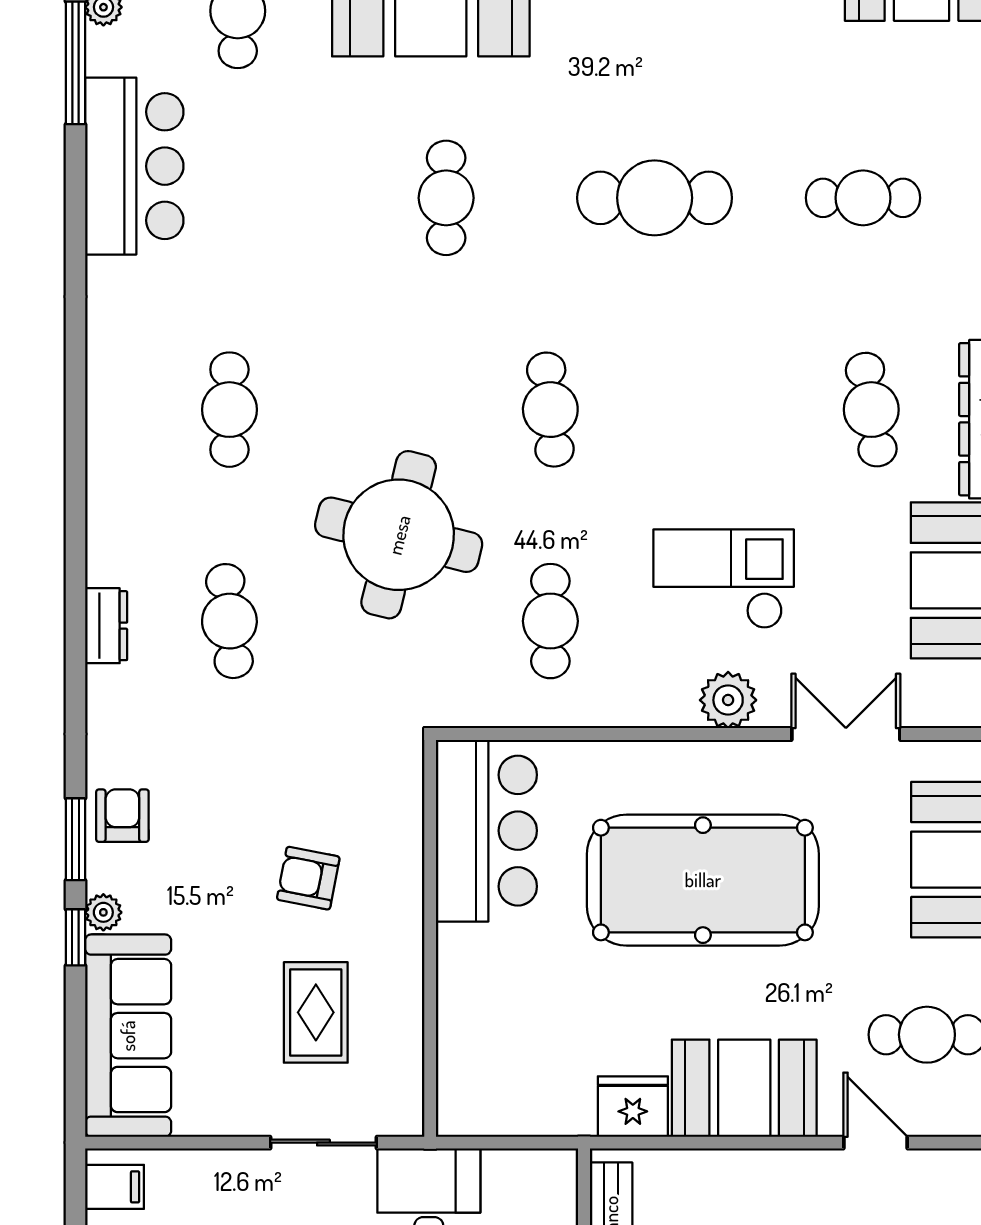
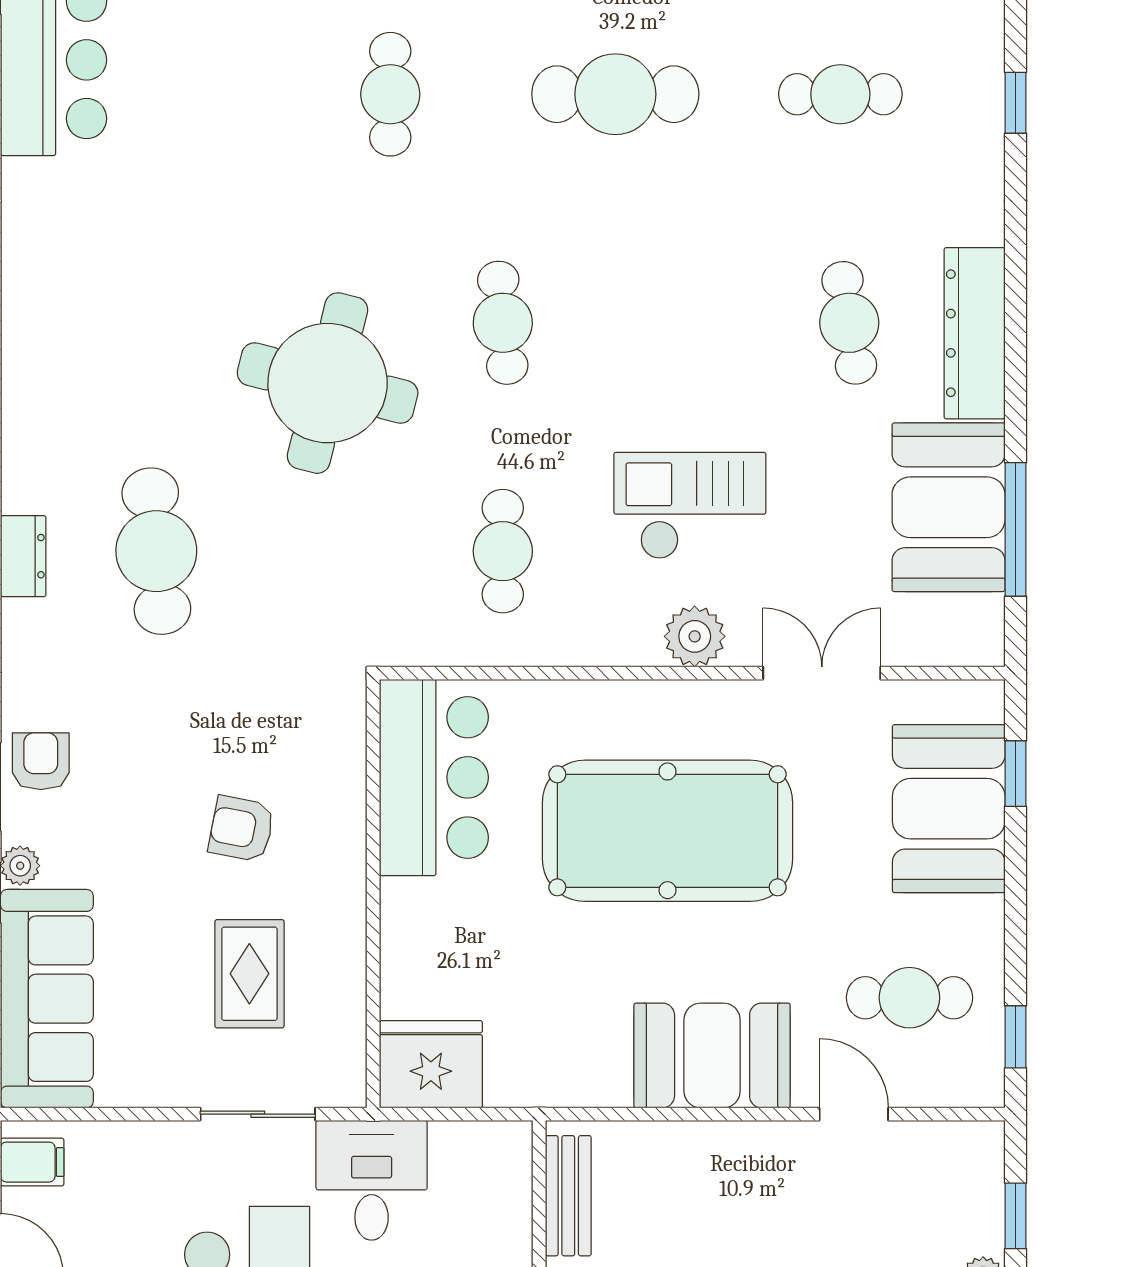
cafe table: (229, 410) -> (156, 323), removed
round table: (399, 535) -> (328, 383), moved
cafe table: (229, 621) -> (156, 551), width x1.37, depth x1.35
fridge: (633, 1107) -> (431, 1064), moved, width x1.36, depth x1.34

